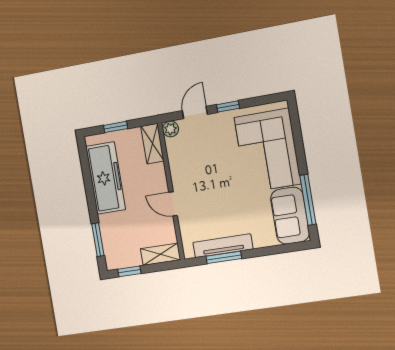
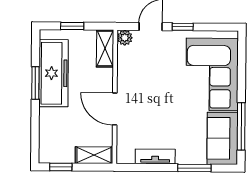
door: (173, 204) -> (115, 109), width x1.38
window: (98, 240) -> (35, 83), moved
tv unit: (223, 246) -> (155, 156), width x0.71
window: (224, 257) -> (194, 168), moved

